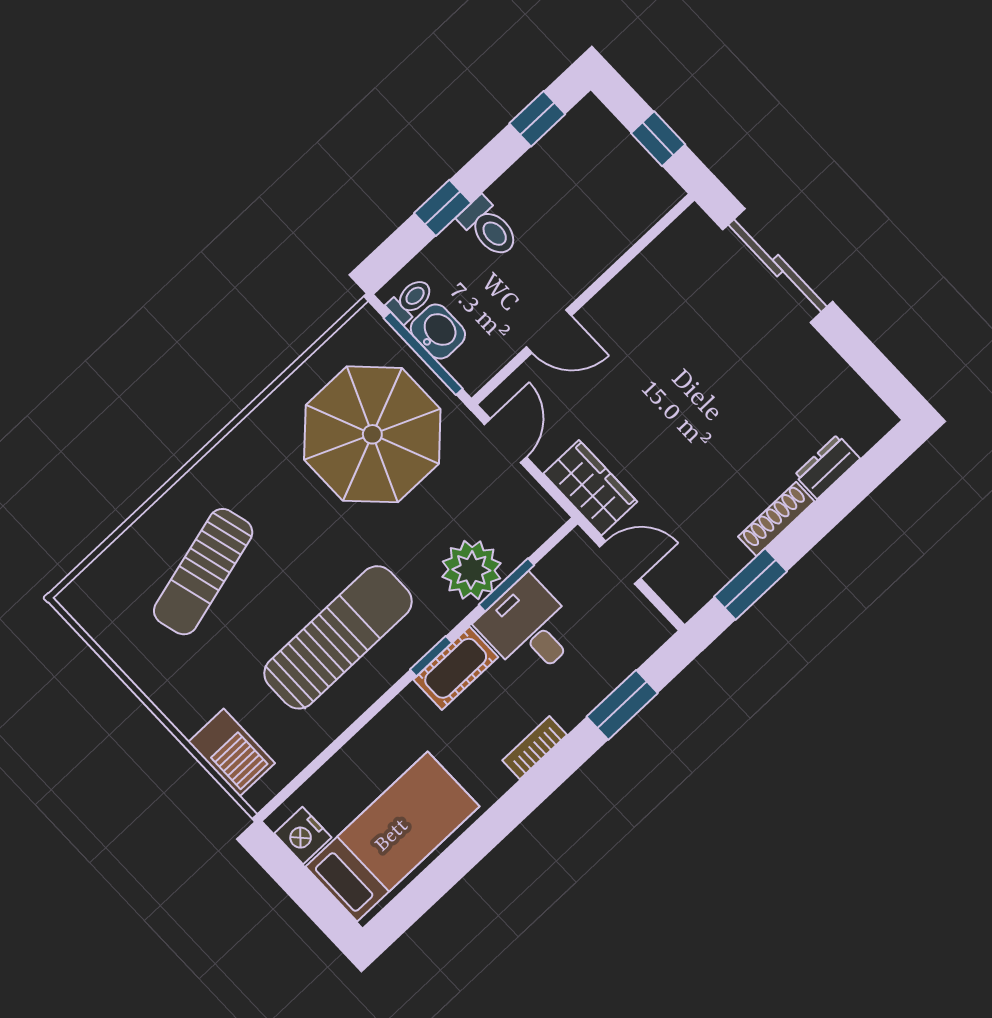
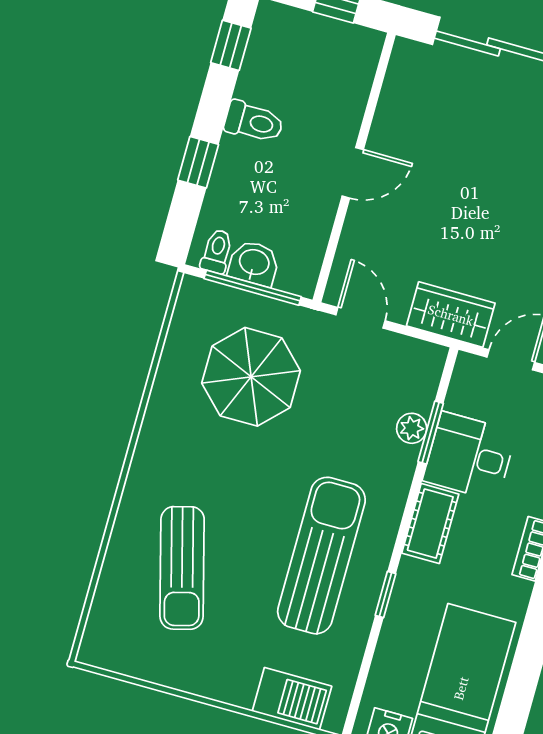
toilet: (489, 227) -> (254, 122), moved
door: (549, 331) -> (353, 173), moved
parasol: (372, 434) -> (251, 377), width x0.73, depth x0.73
plant: (471, 570) -> (412, 428), width x0.53, depth x0.53
window: (431, 656) -> (385, 595), moved

